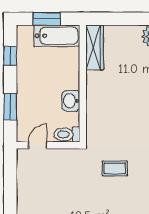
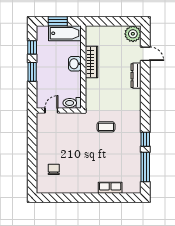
wardrobe: (95, 47) -> (92, 62), moved
washbasin: (71, 101) -> (75, 64), moved
window: (10, 107) -> (32, 72), moved

